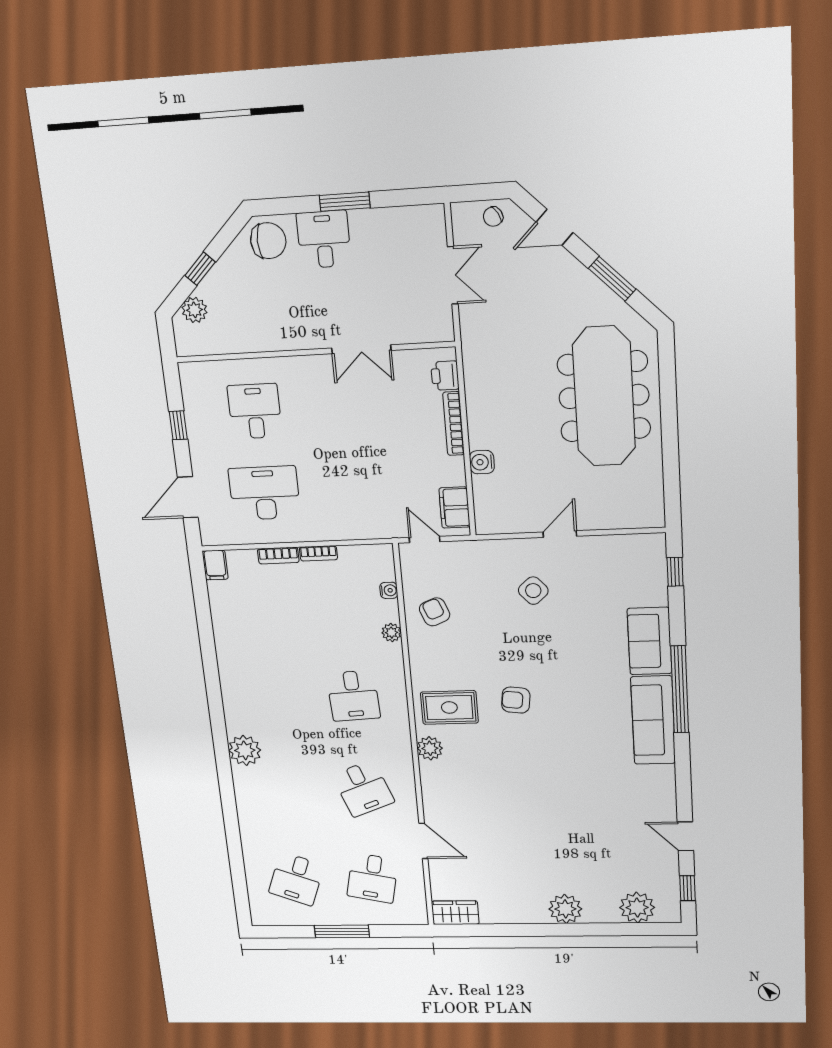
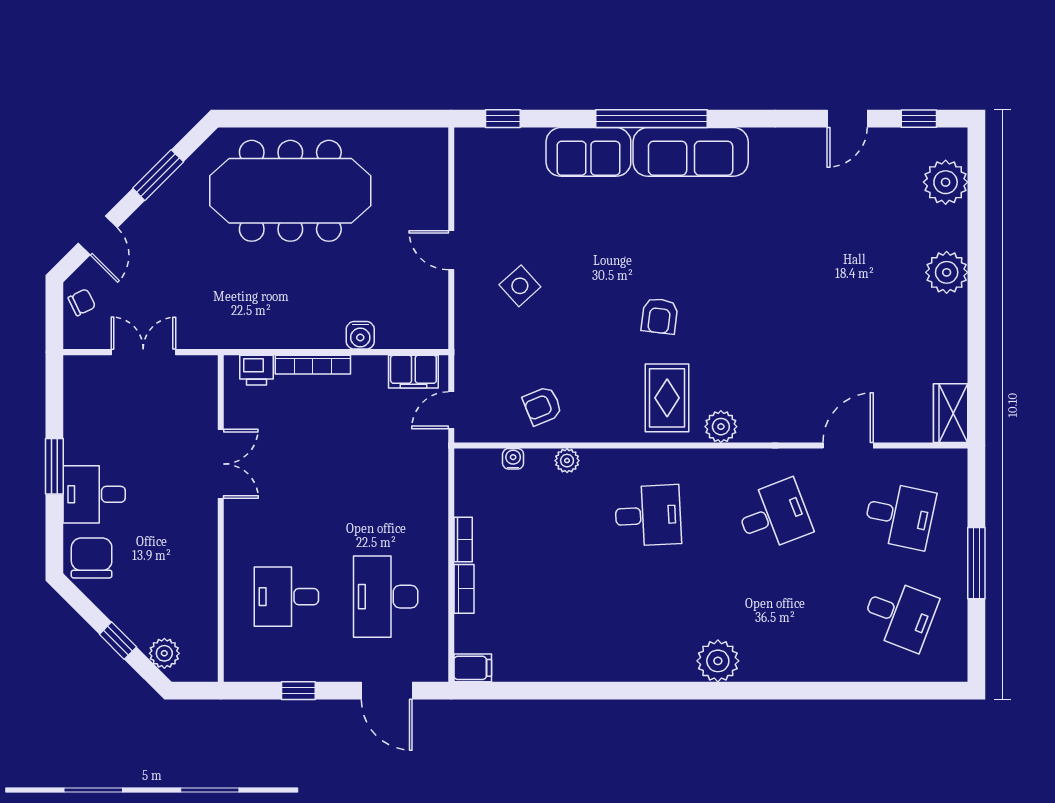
chair: (493, 217) -> (82, 302), turned -85

